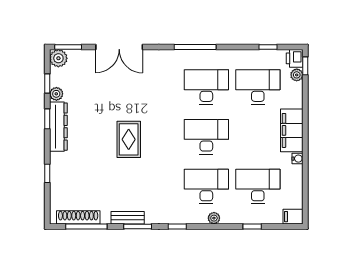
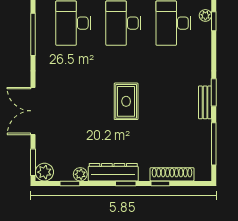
double door: (119, 47) -> (33, 111), swing flipped
window: (47, 119) -> (126, 183), moved
rug: (129, 139) -> (126, 101), turned 90
shoe rack: (78, 217) -> (172, 174), moved, turned 90
window: (177, 226) -> (214, 21), moved

